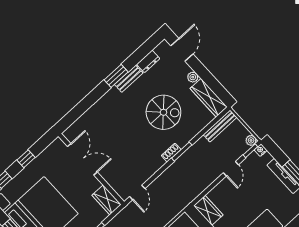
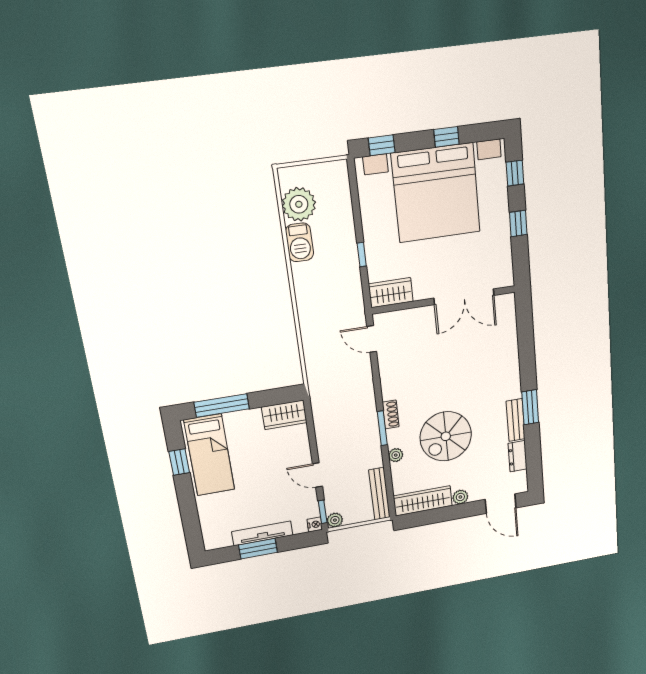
plant: (192, 133) -> (396, 455), added

